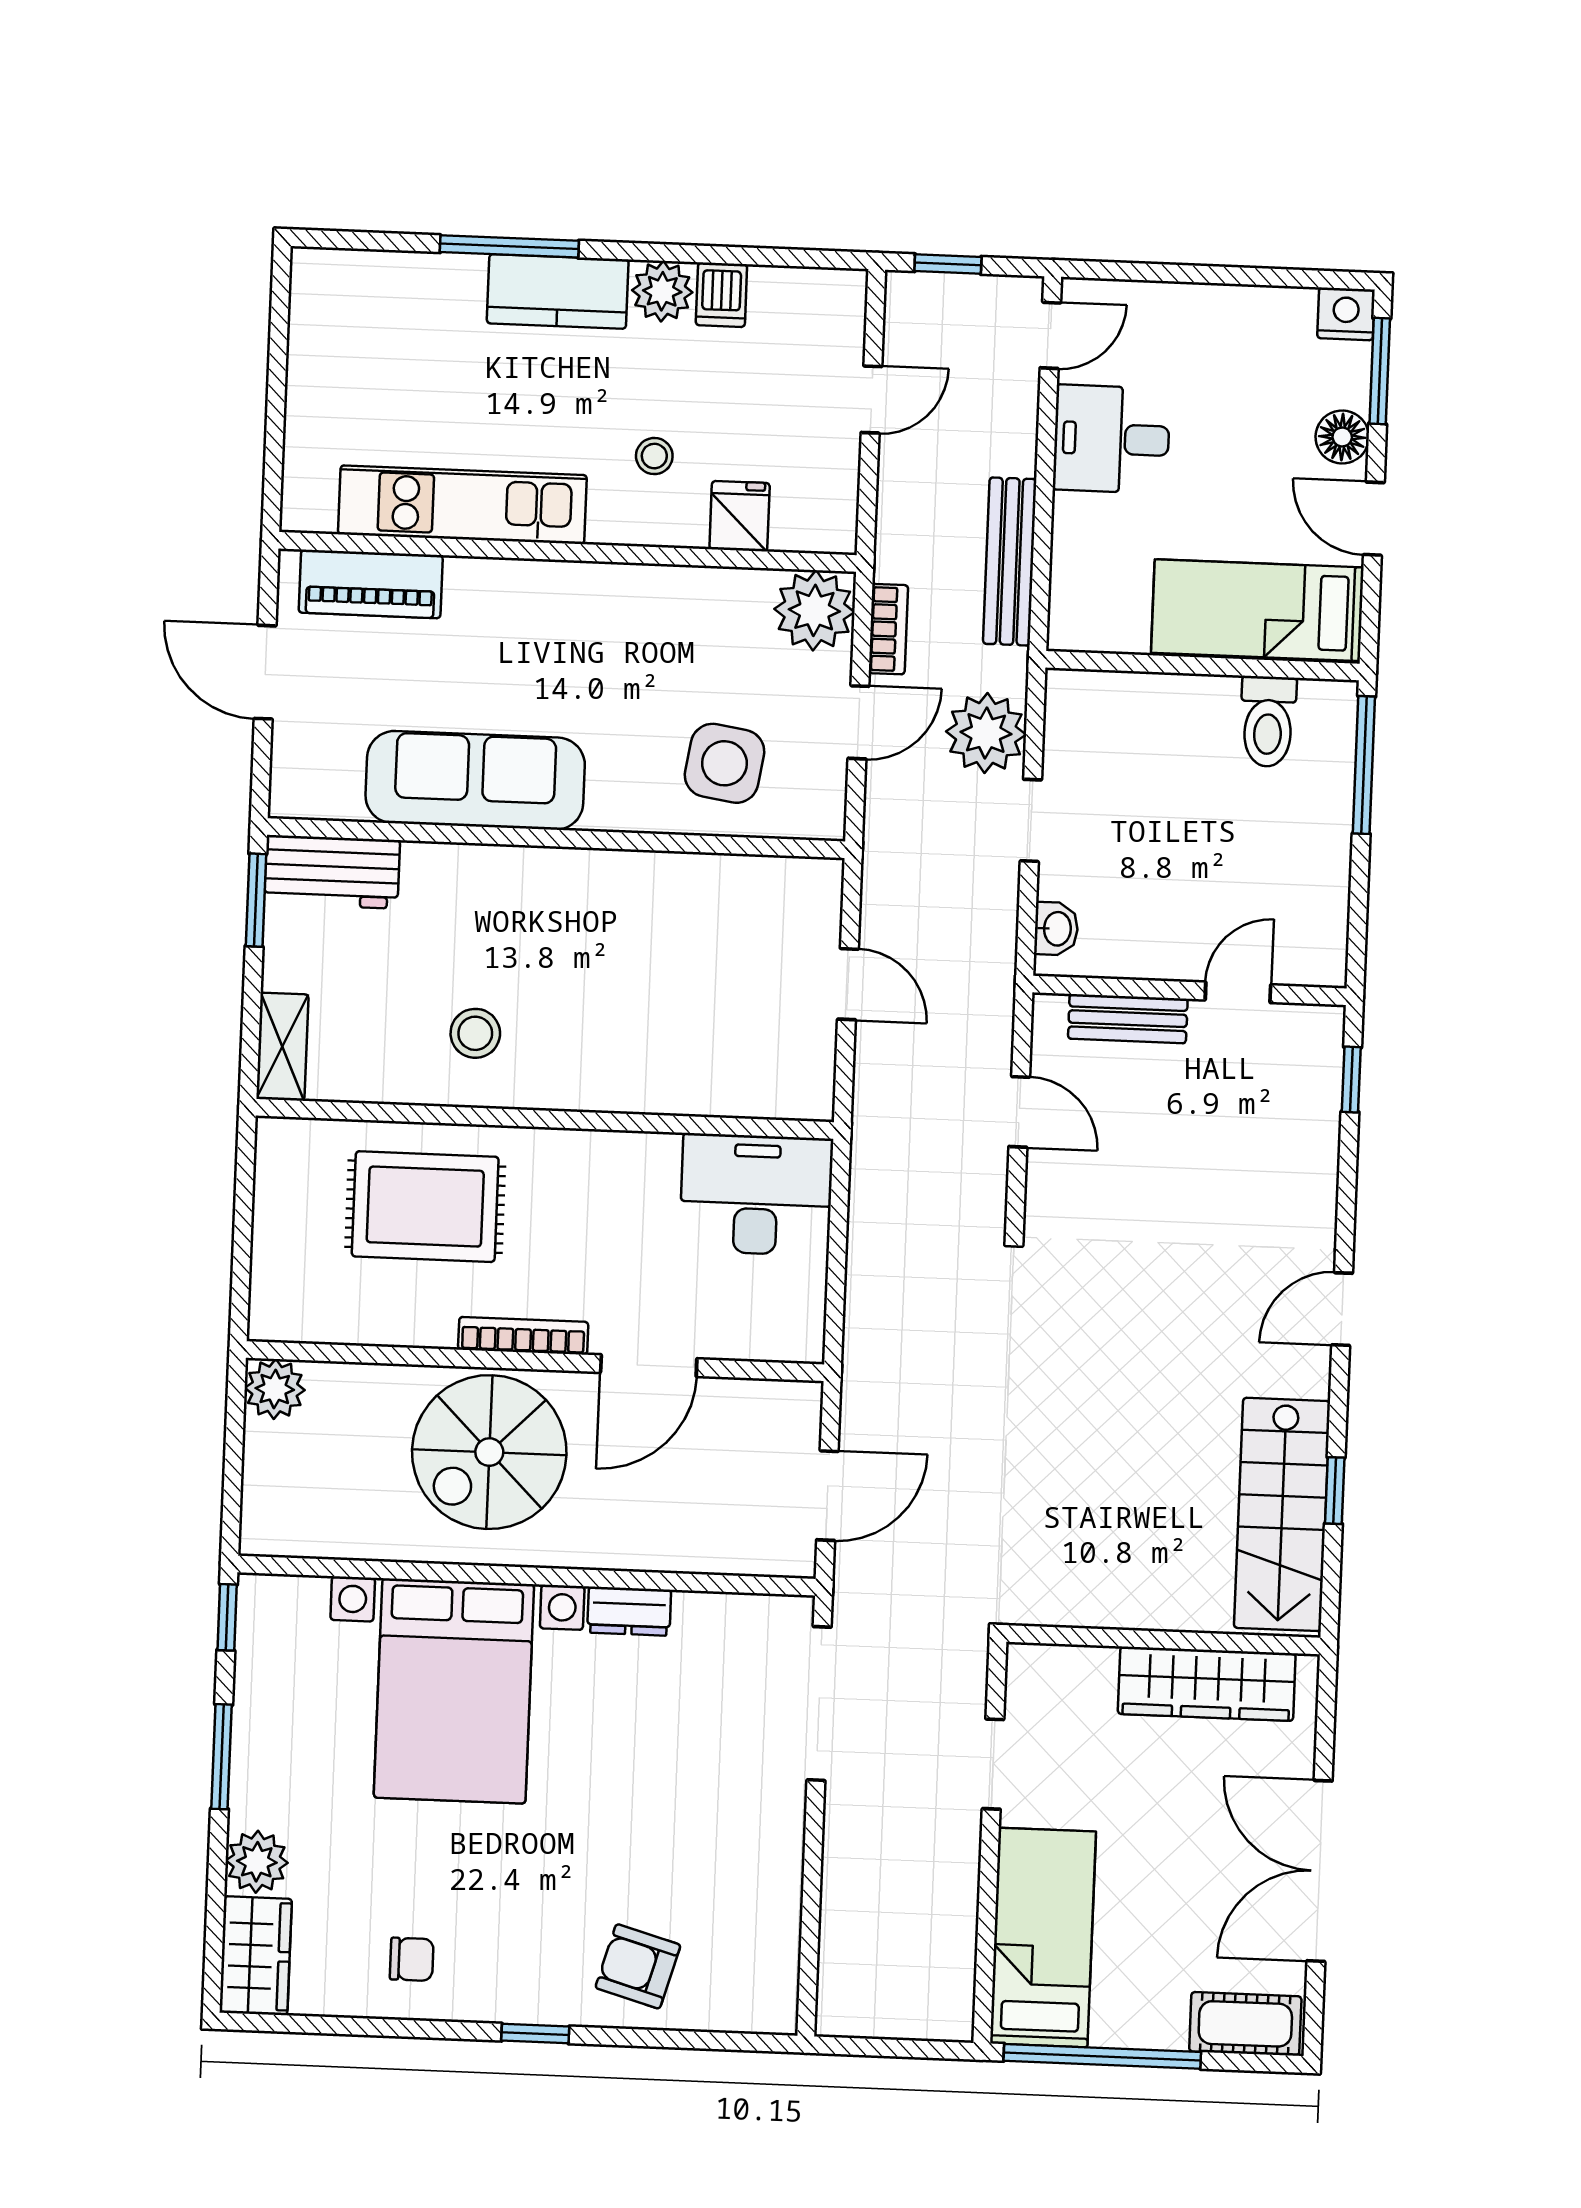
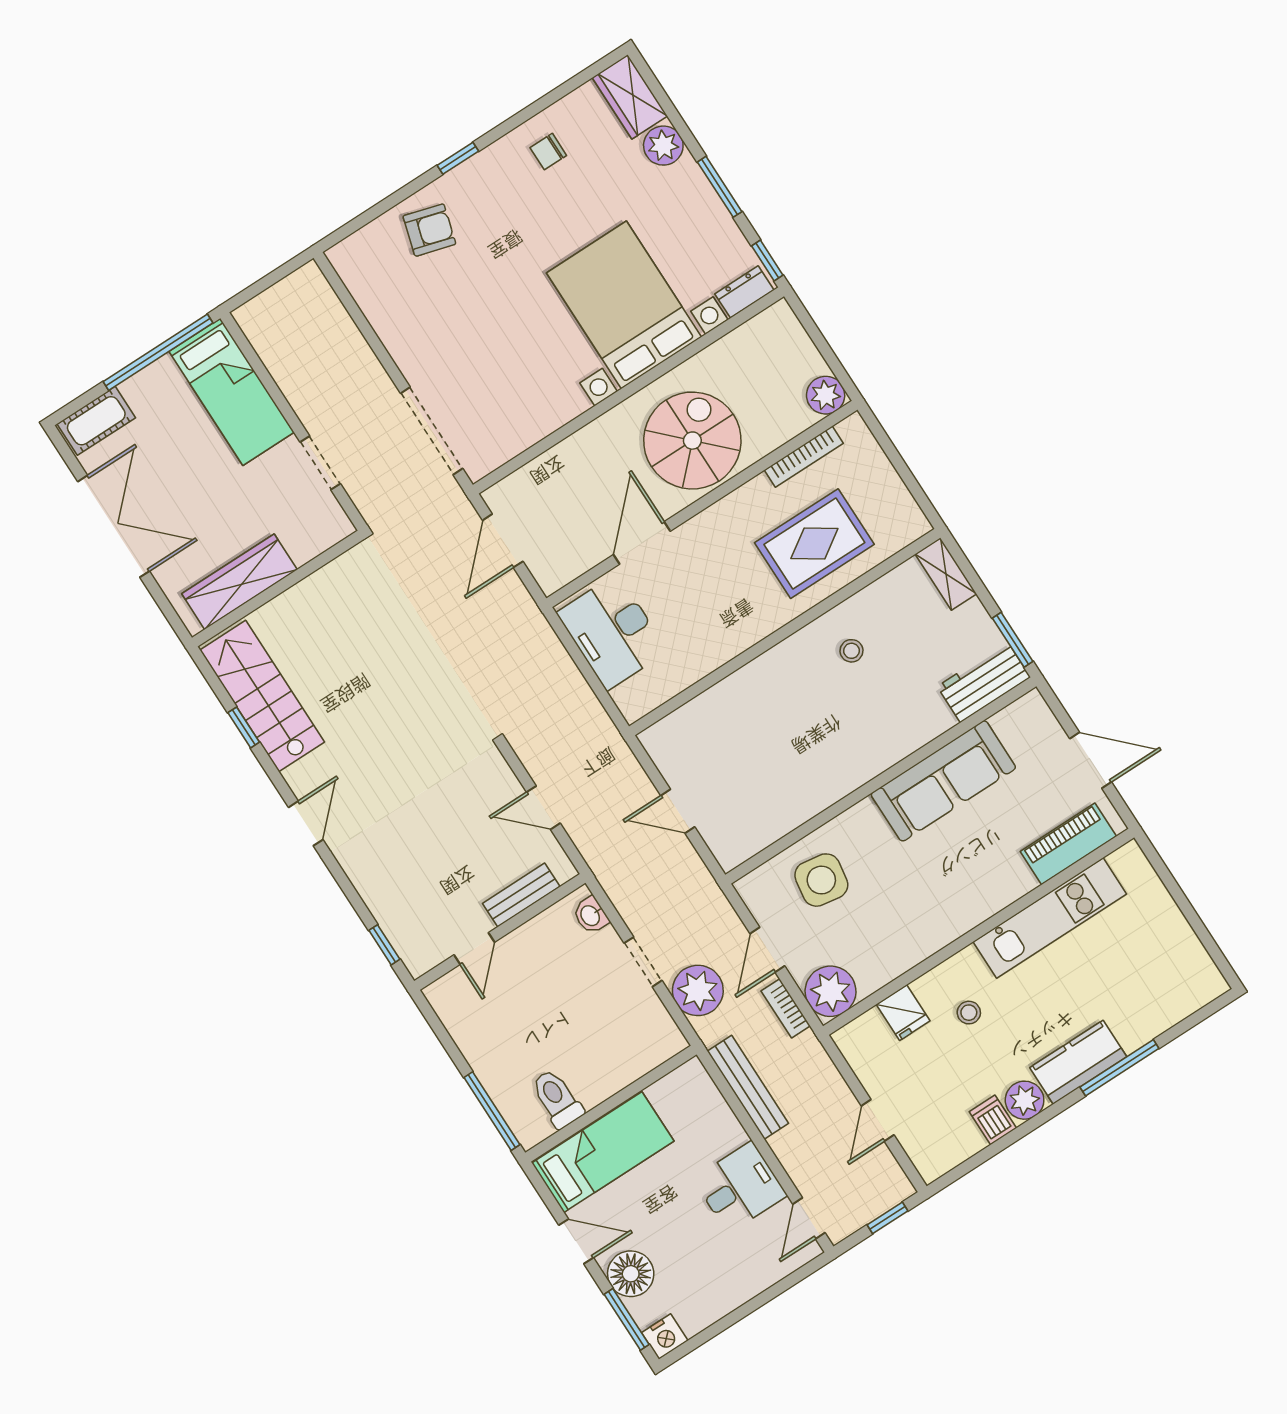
floor lamp: (1342, 437) -> (631, 1274), width x1.38, depth x1.38
stool: (475, 1033) -> (851, 651), width x0.73, depth x0.73
desk: (756, 1195) -> (612, 632), moved, turned 90
bookcase: (523, 1336) -> (804, 457), moved
dresser: (629, 1611) -> (744, 292), moved

